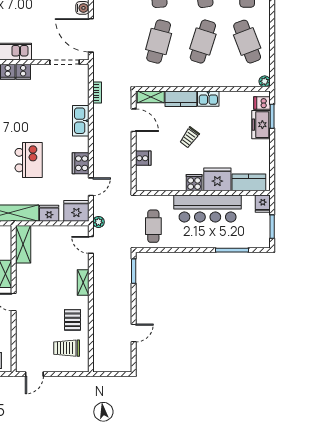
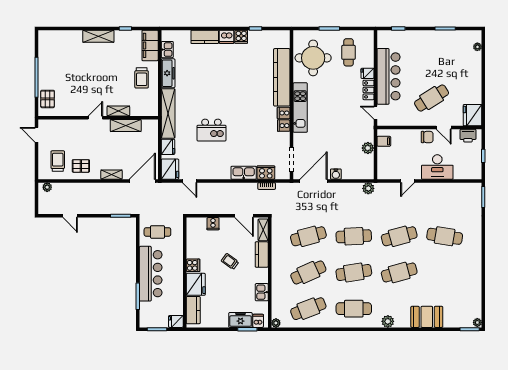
cafe table: (159, 42) -> (308, 236), turned -30
cafe table: (203, 42) -> (308, 272), turned -42
kitchen sink: (208, 99) -> (262, 292), moved
door: (134, 120) -> (244, 216), hinge flipped
cooker: (81, 163) -> (266, 173), moved
bar counter: (208, 209) -> (151, 274), moved, turned 180
plant: (99, 222) -> (47, 187), moved
shelving: (23, 244) -> (126, 126), moved
door: (91, 245) -> (142, 181), width x1.88

